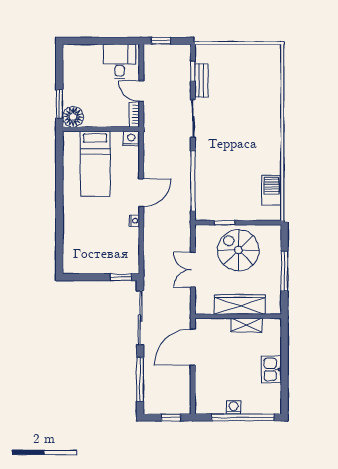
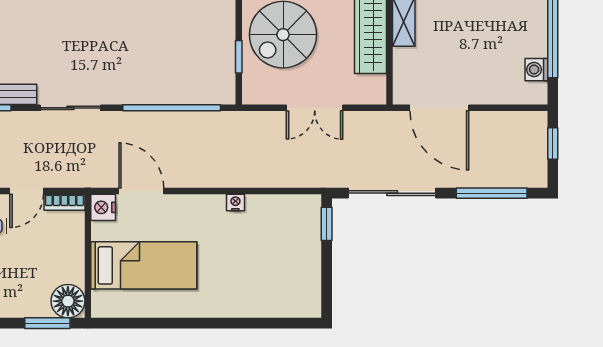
door: (141, 193) -> (141, 191), moved
washing machine: (234, 407) -> (536, 70), moved

